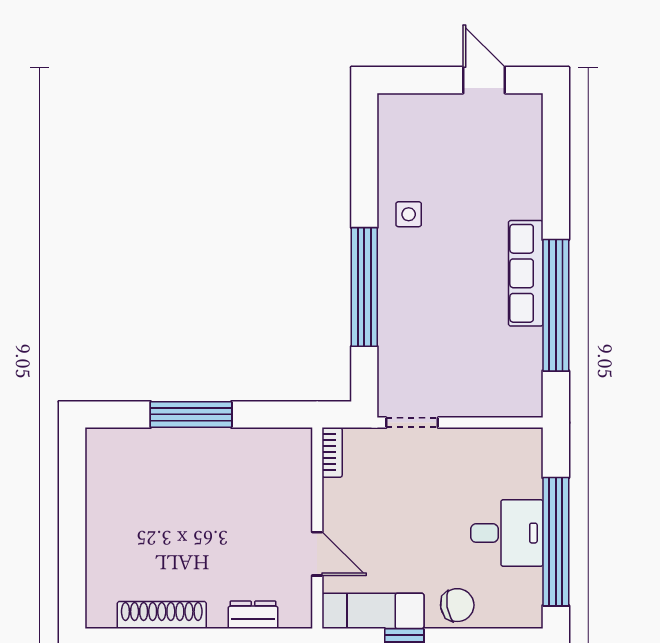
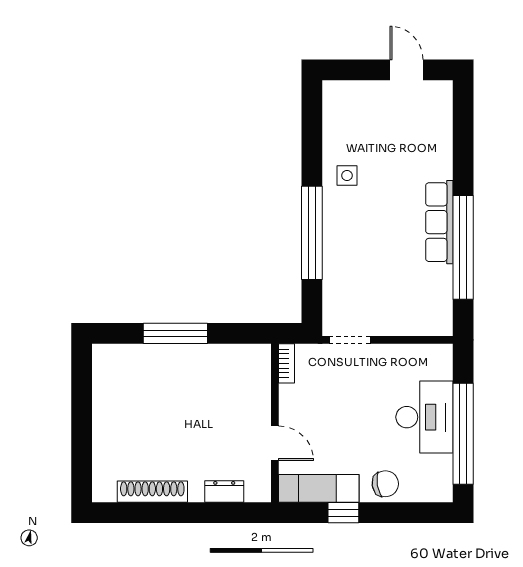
desk: (507, 533) -> (424, 417), width x1.37

